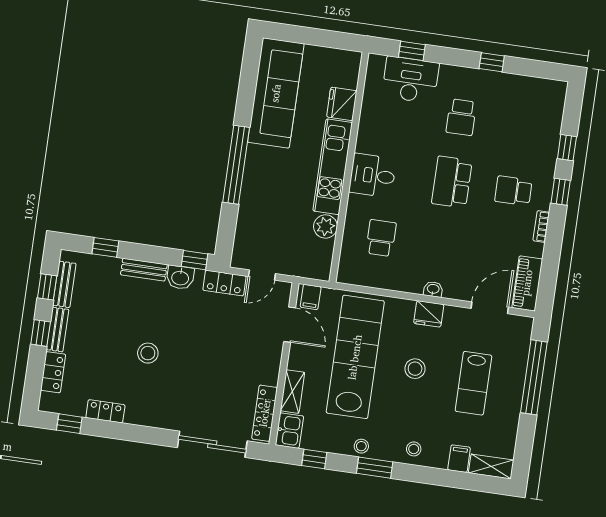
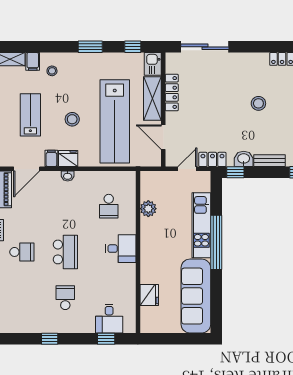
desk: (410, 80) -> (109, 319), width x0.73
kitchen unit: (333, 167) -> (201, 225), moved, turned 180
filing cabinet: (311, 297) -> (51, 158), moved
shelving: (292, 392) -> (152, 98), width x1.50, depth x1.33
locker: (265, 413) -> (172, 92), moved
stool: (361, 446) -> (102, 60), removed
stool: (414, 449) -> (52, 71), moved

